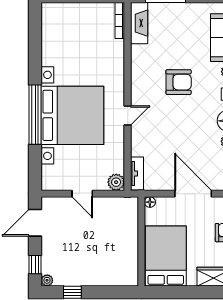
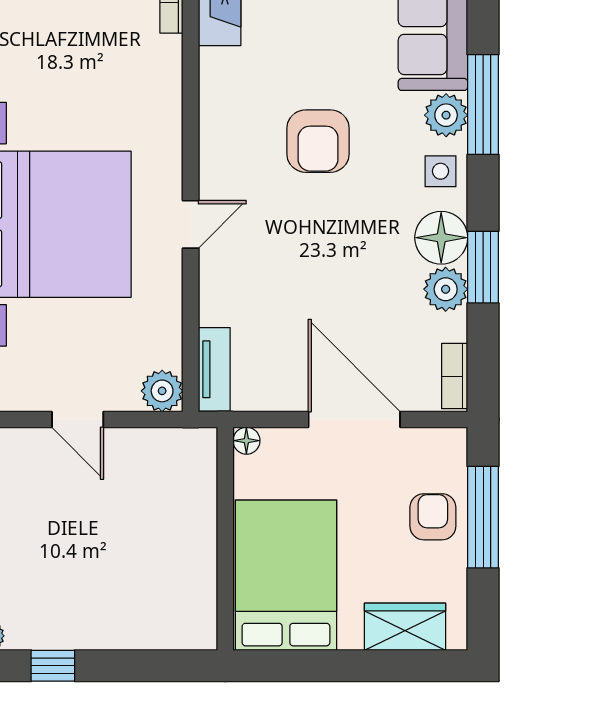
armchair: (179, 82) -> (318, 141), turned 90

